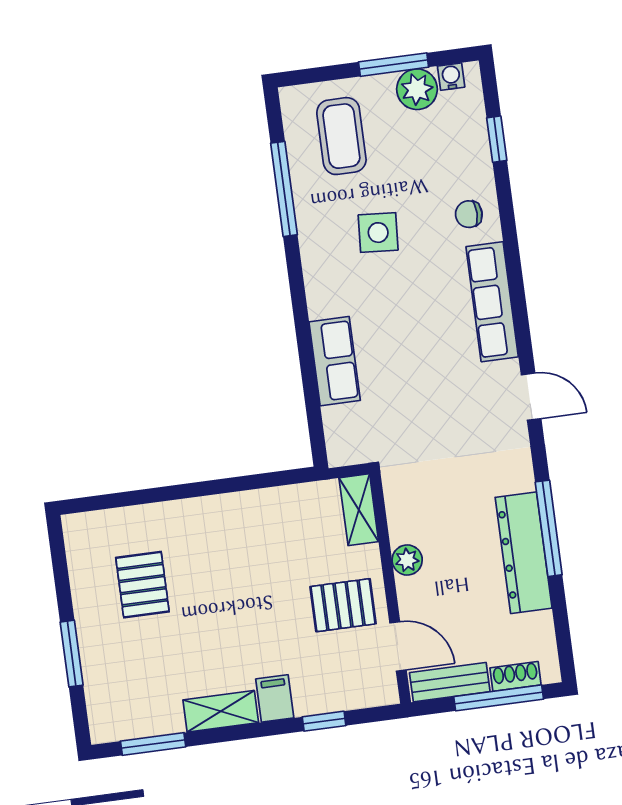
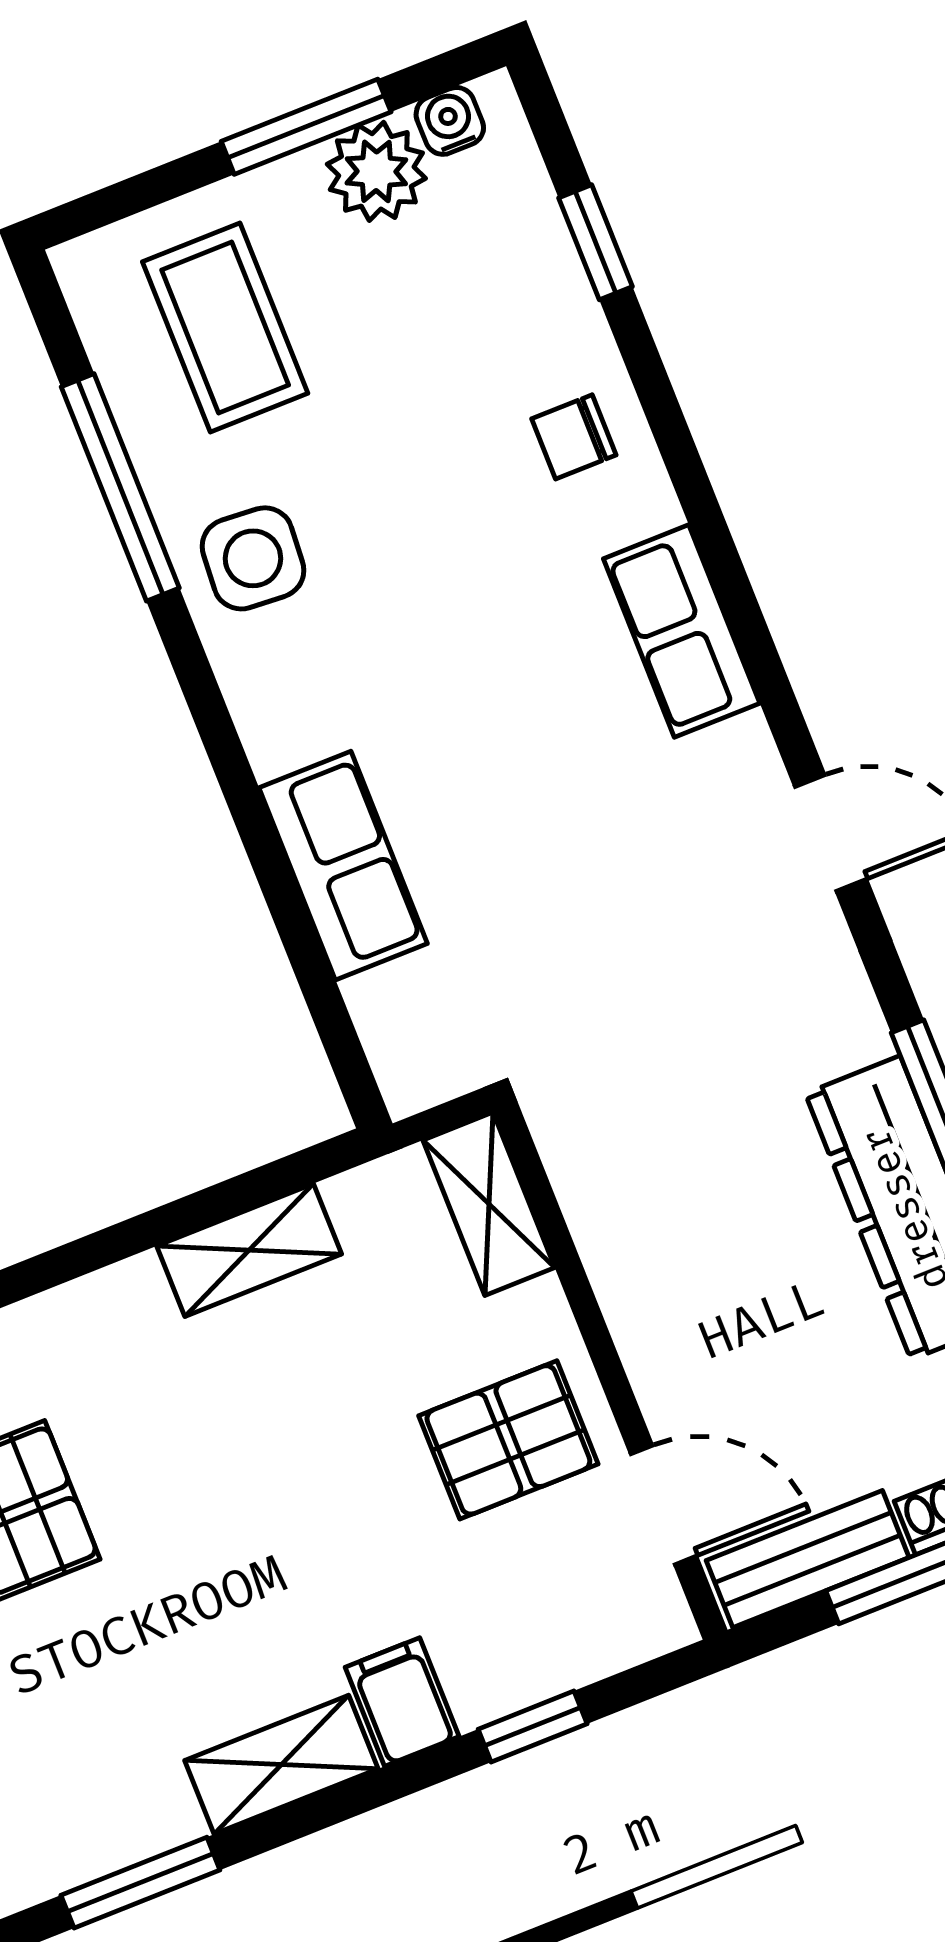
side table: (378, 233) -> (253, 558), moved
row of seats: (492, 302) -> (682, 631), width x0.68
shelving: (259, 504) -> (249, 1250), added
plant: (407, 560) -> (634, 1294), removed

